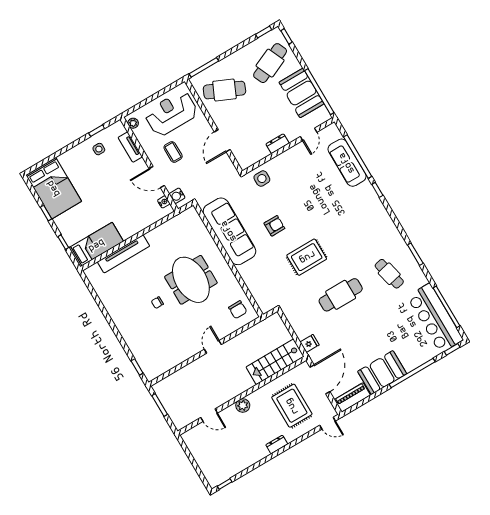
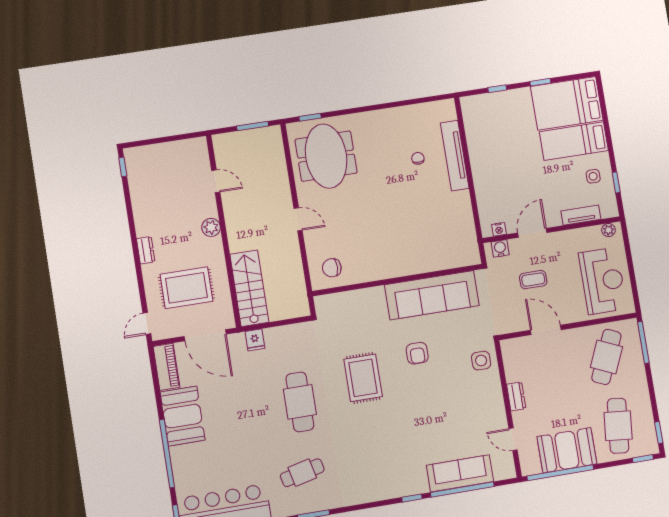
cafe table: (270, 63) -> (618, 426), turned 30
coffee table: (173, 152) -> (533, 280), moved
bed: (96, 245) -> (574, 141), moved, turned 90
meeting table: (191, 280) -> (326, 156), moved, turned 90
chair: (157, 303) -> (418, 158), moved
door: (209, 415) -> (216, 181), swing flipped

